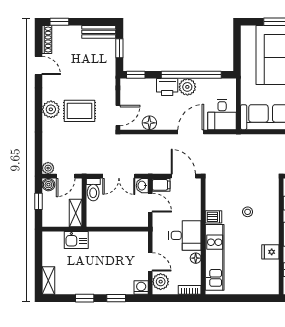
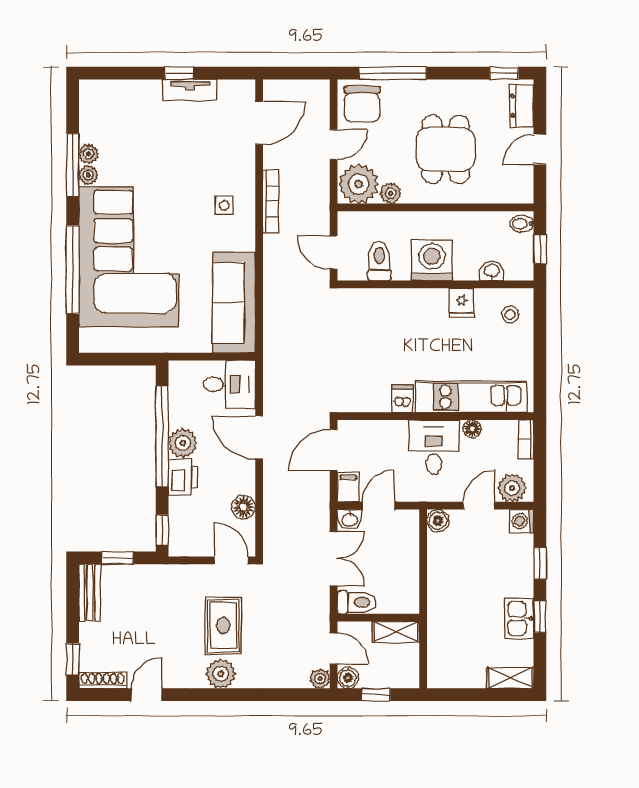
stool: (248, 212) -> (510, 315), moved
boiler: (141, 238) -> (438, 521), added
kitchen sink: (76, 240) -> (519, 618), moved, turned 180

